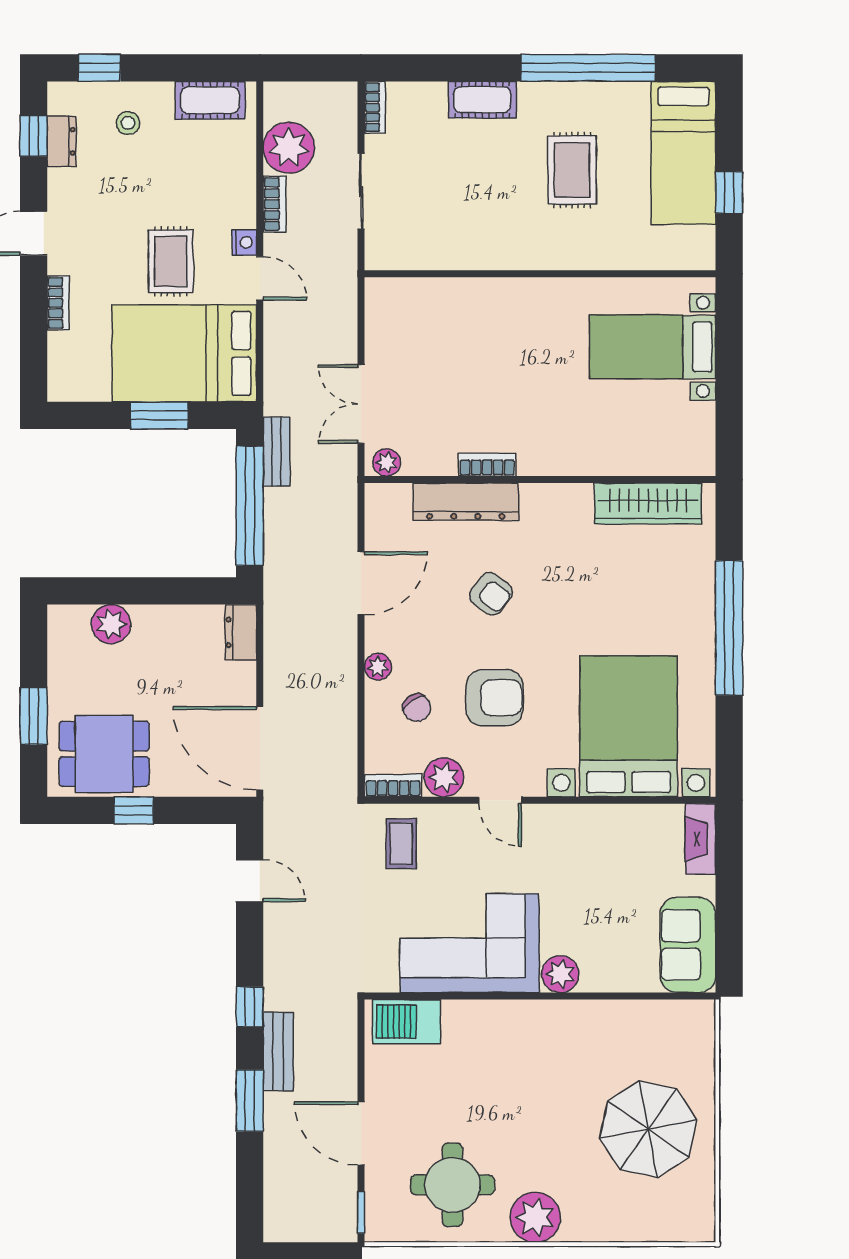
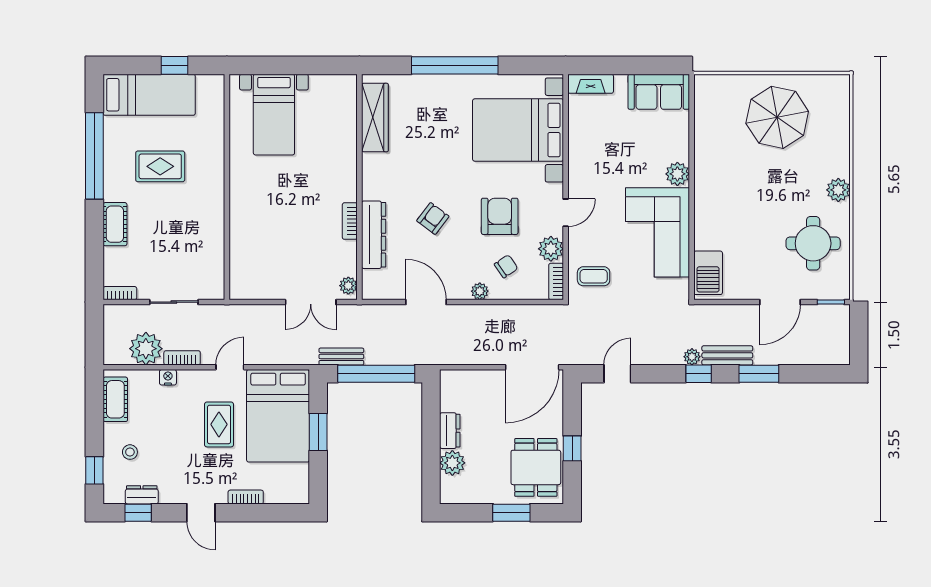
nightstand: (244, 242) -> (168, 377), moved
rug: (171, 261) -> (219, 424), turned 90
dresser: (241, 632) -> (450, 431), moved, turned -90
plant: (276, 997) -> (692, 357), added
plant: (535, 1217) -> (838, 190), width x0.73, depth x0.73

